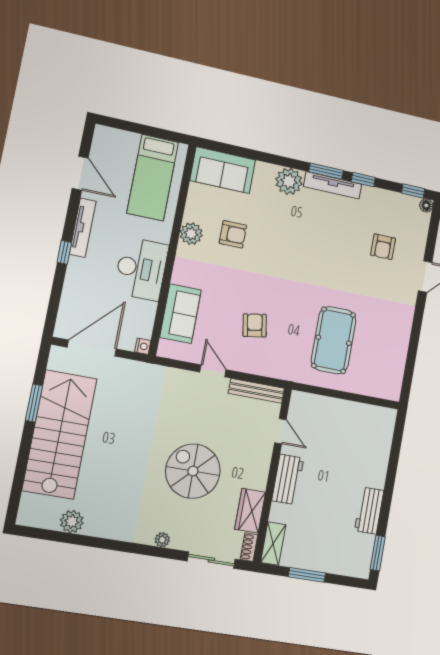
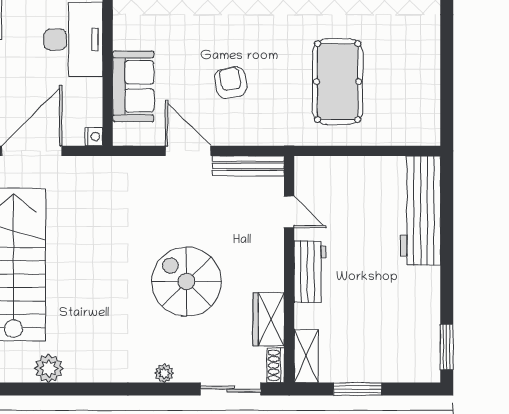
door: (213, 371) -> (188, 151), width x1.38
workbench: (369, 511) -> (421, 210), moved, width x1.88, depth x1.32

